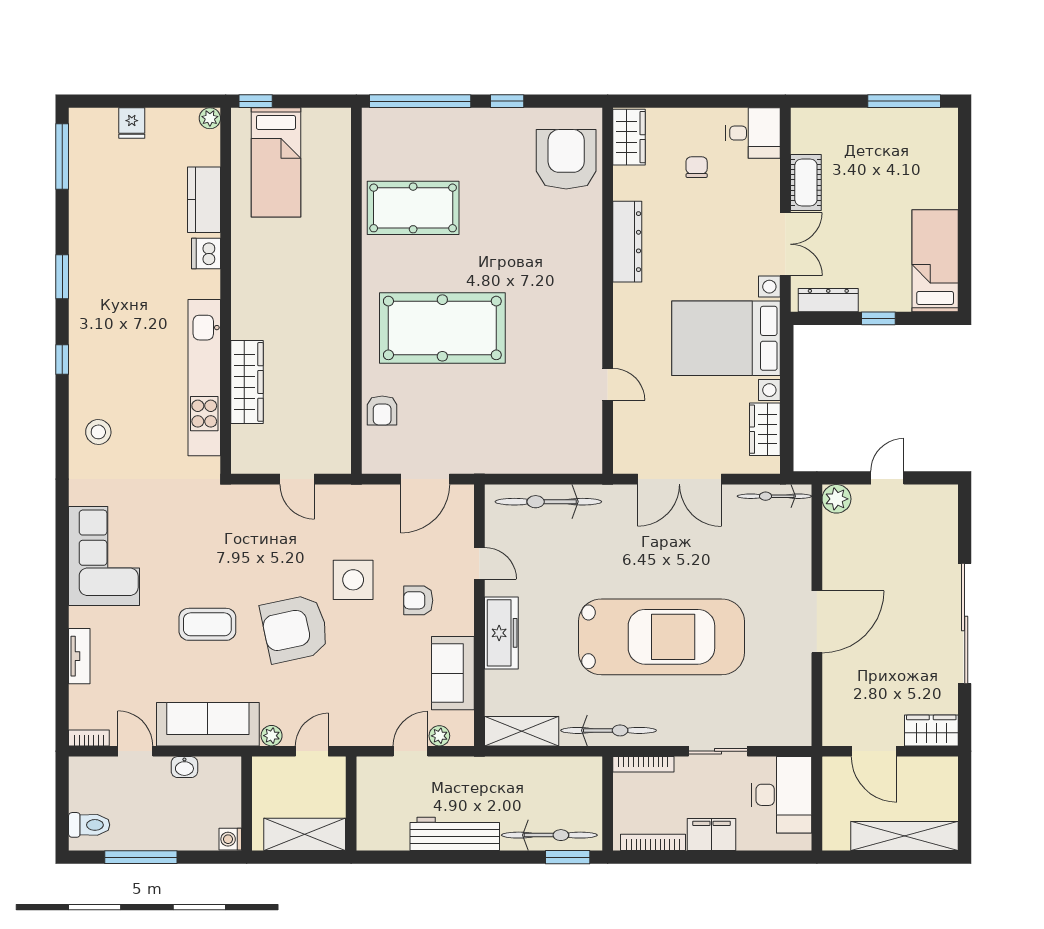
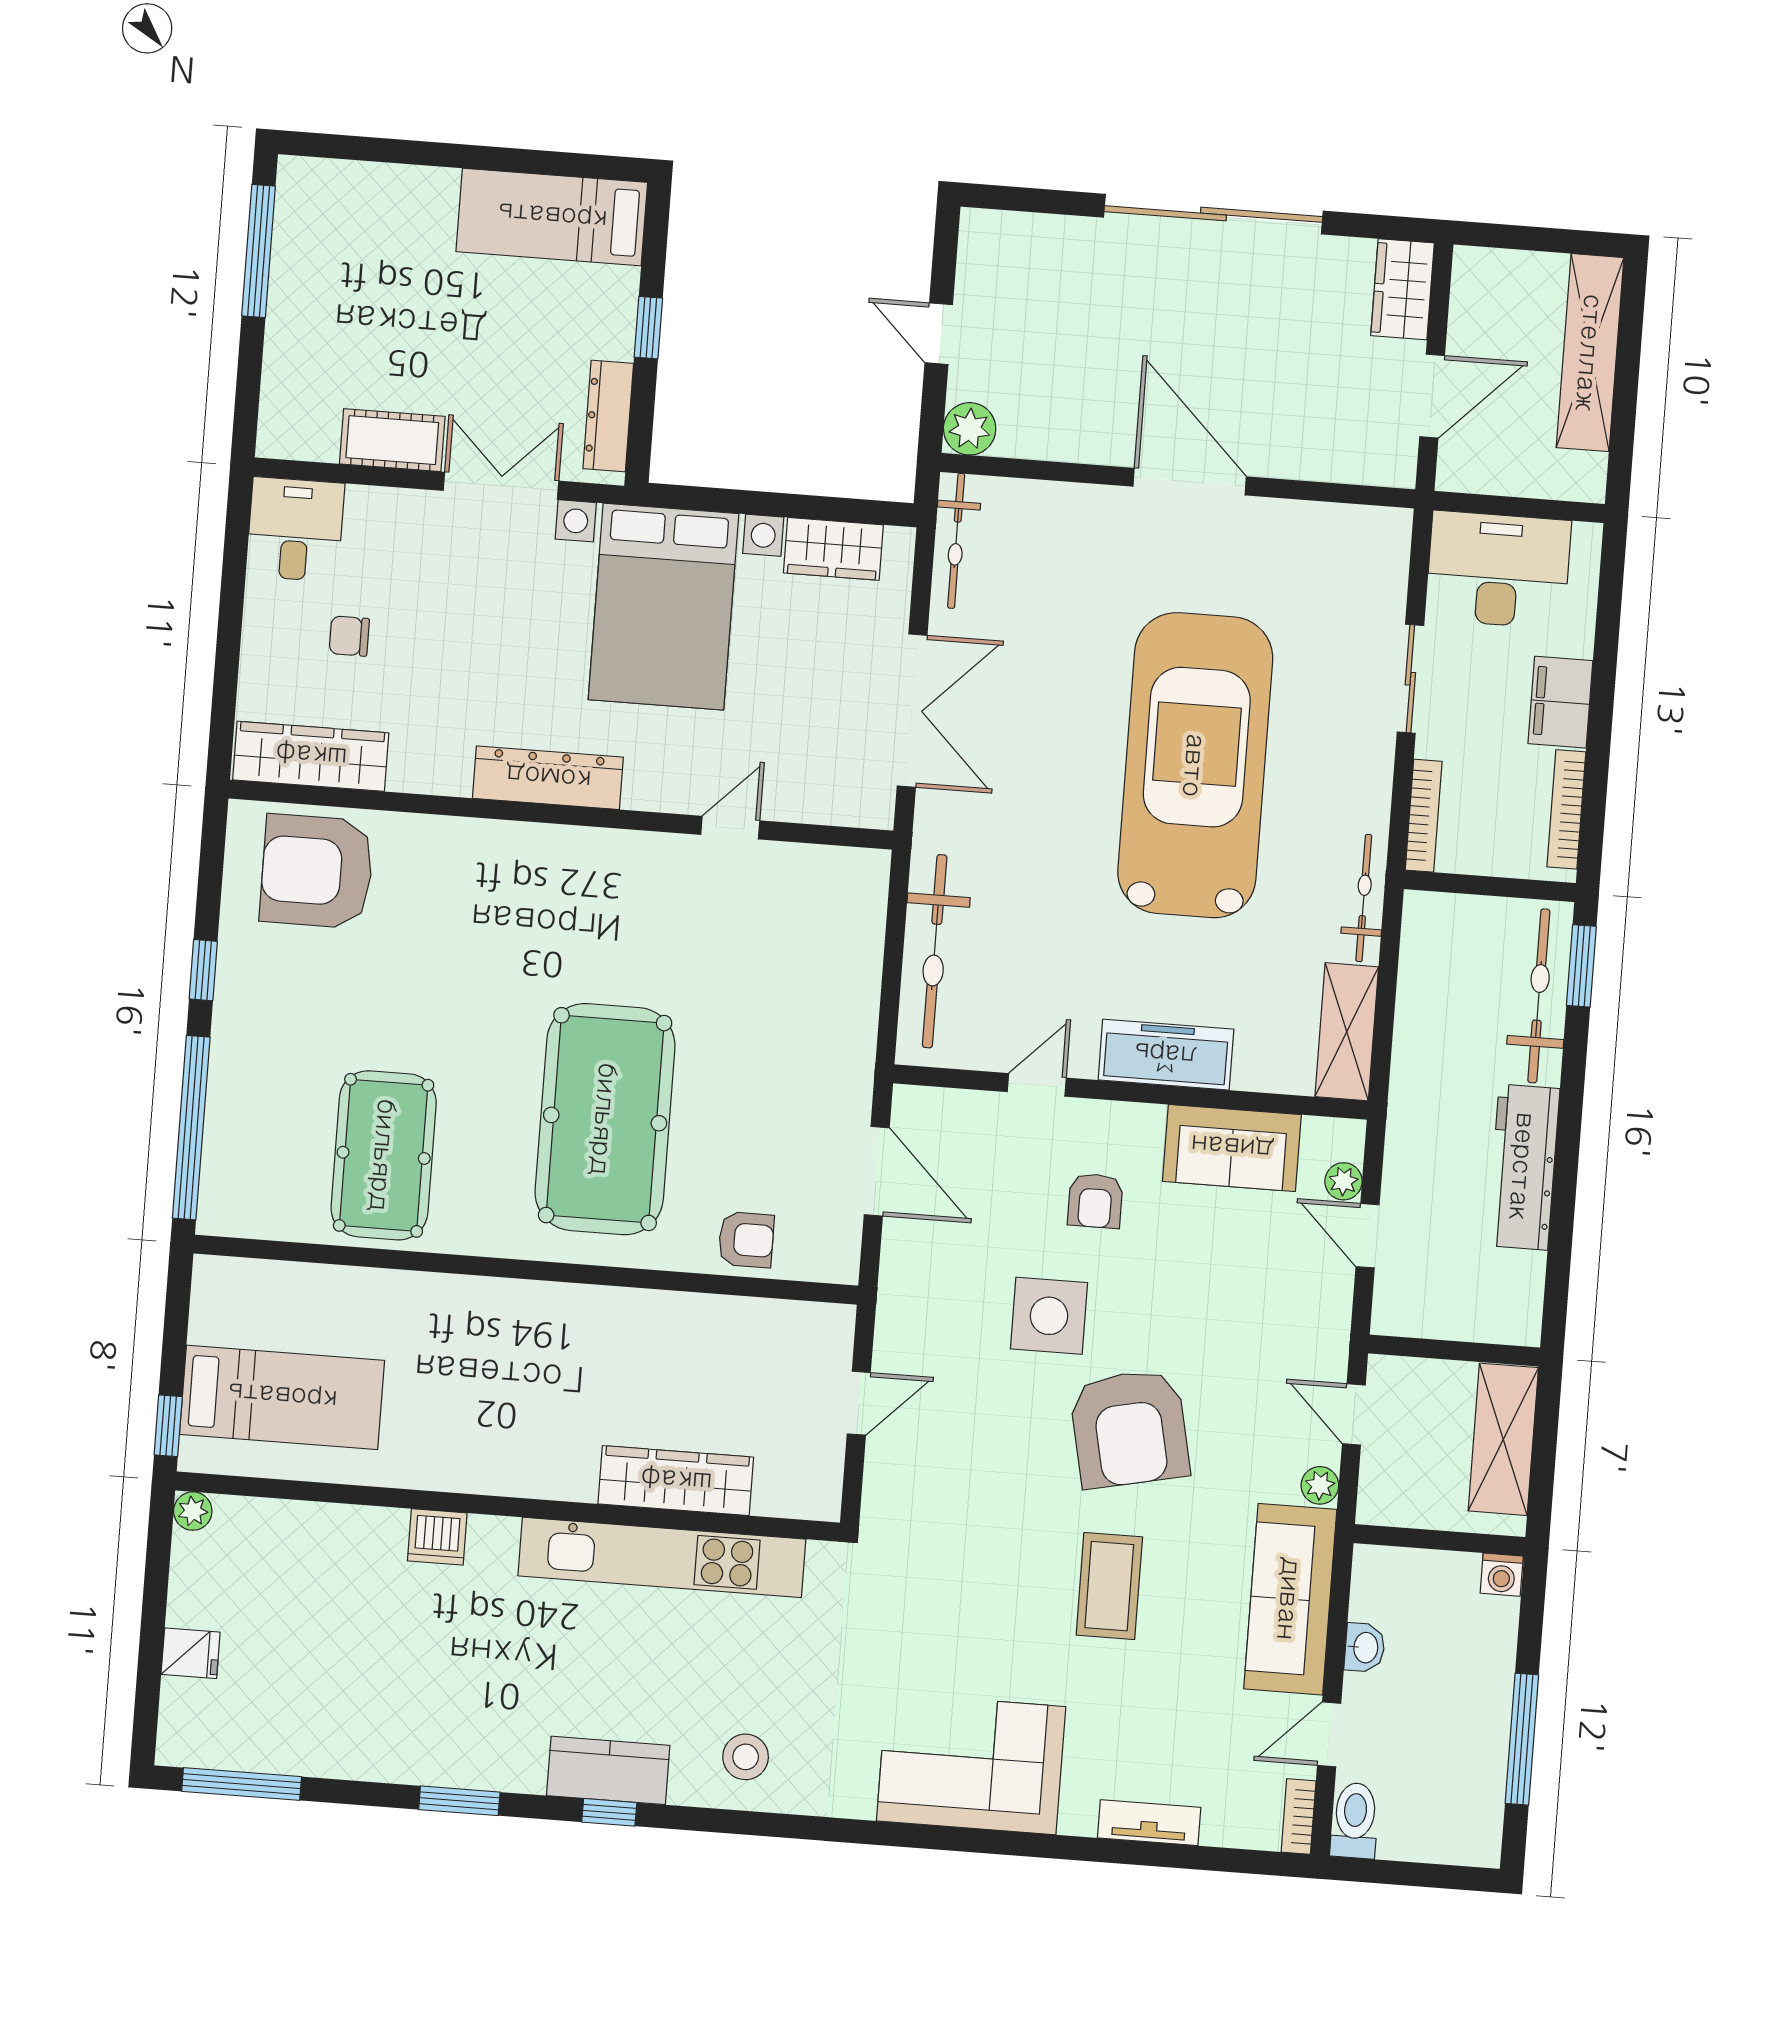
wardrobe: (629, 137) -> (311, 756), width x1.50
kitchen counter: (204, 200) -> (608, 1770), moved, turned 180
dresser: (627, 242) -> (548, 778), moved
bicycle: (609, 730) -> (1364, 898), width x0.73, depth x0.71
toilet: (89, 825) -> (1355, 1820), moved

